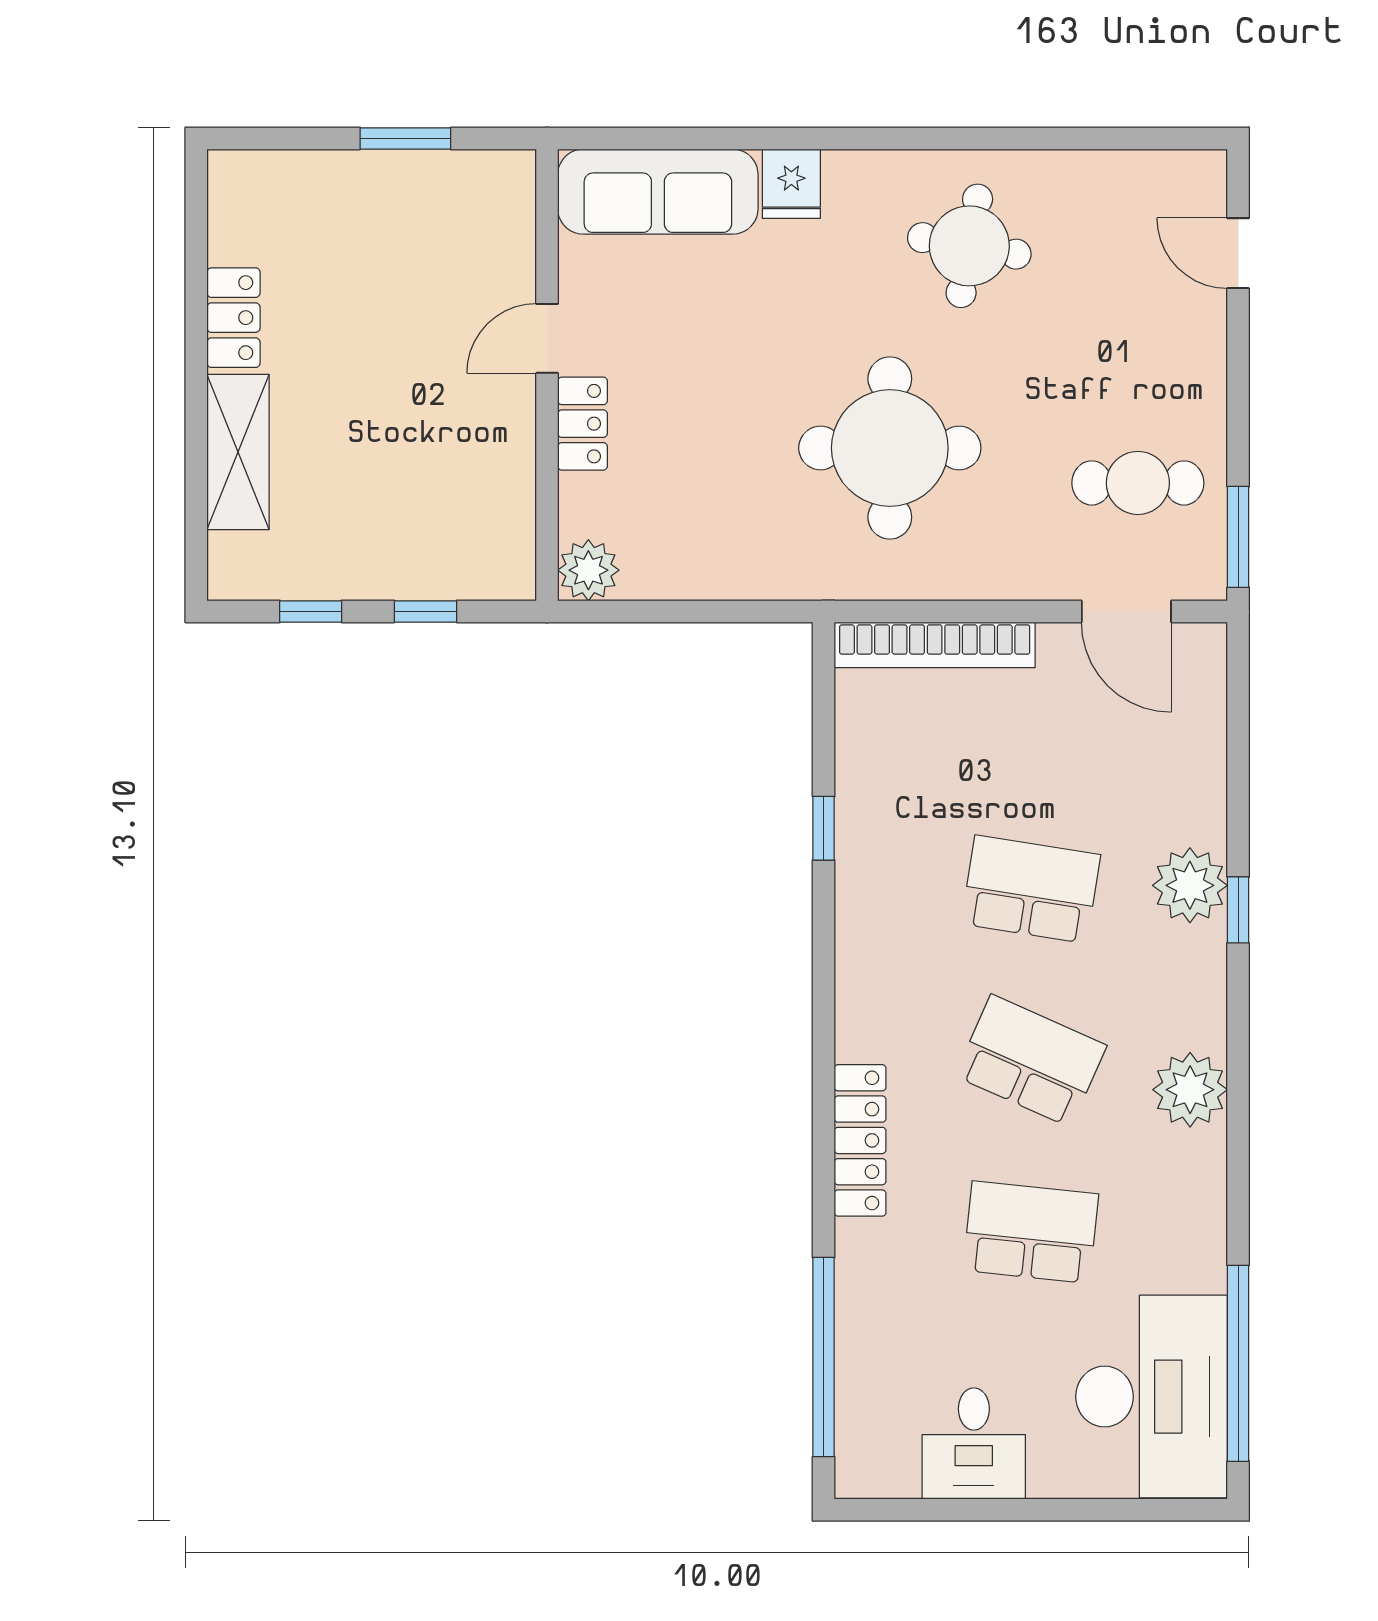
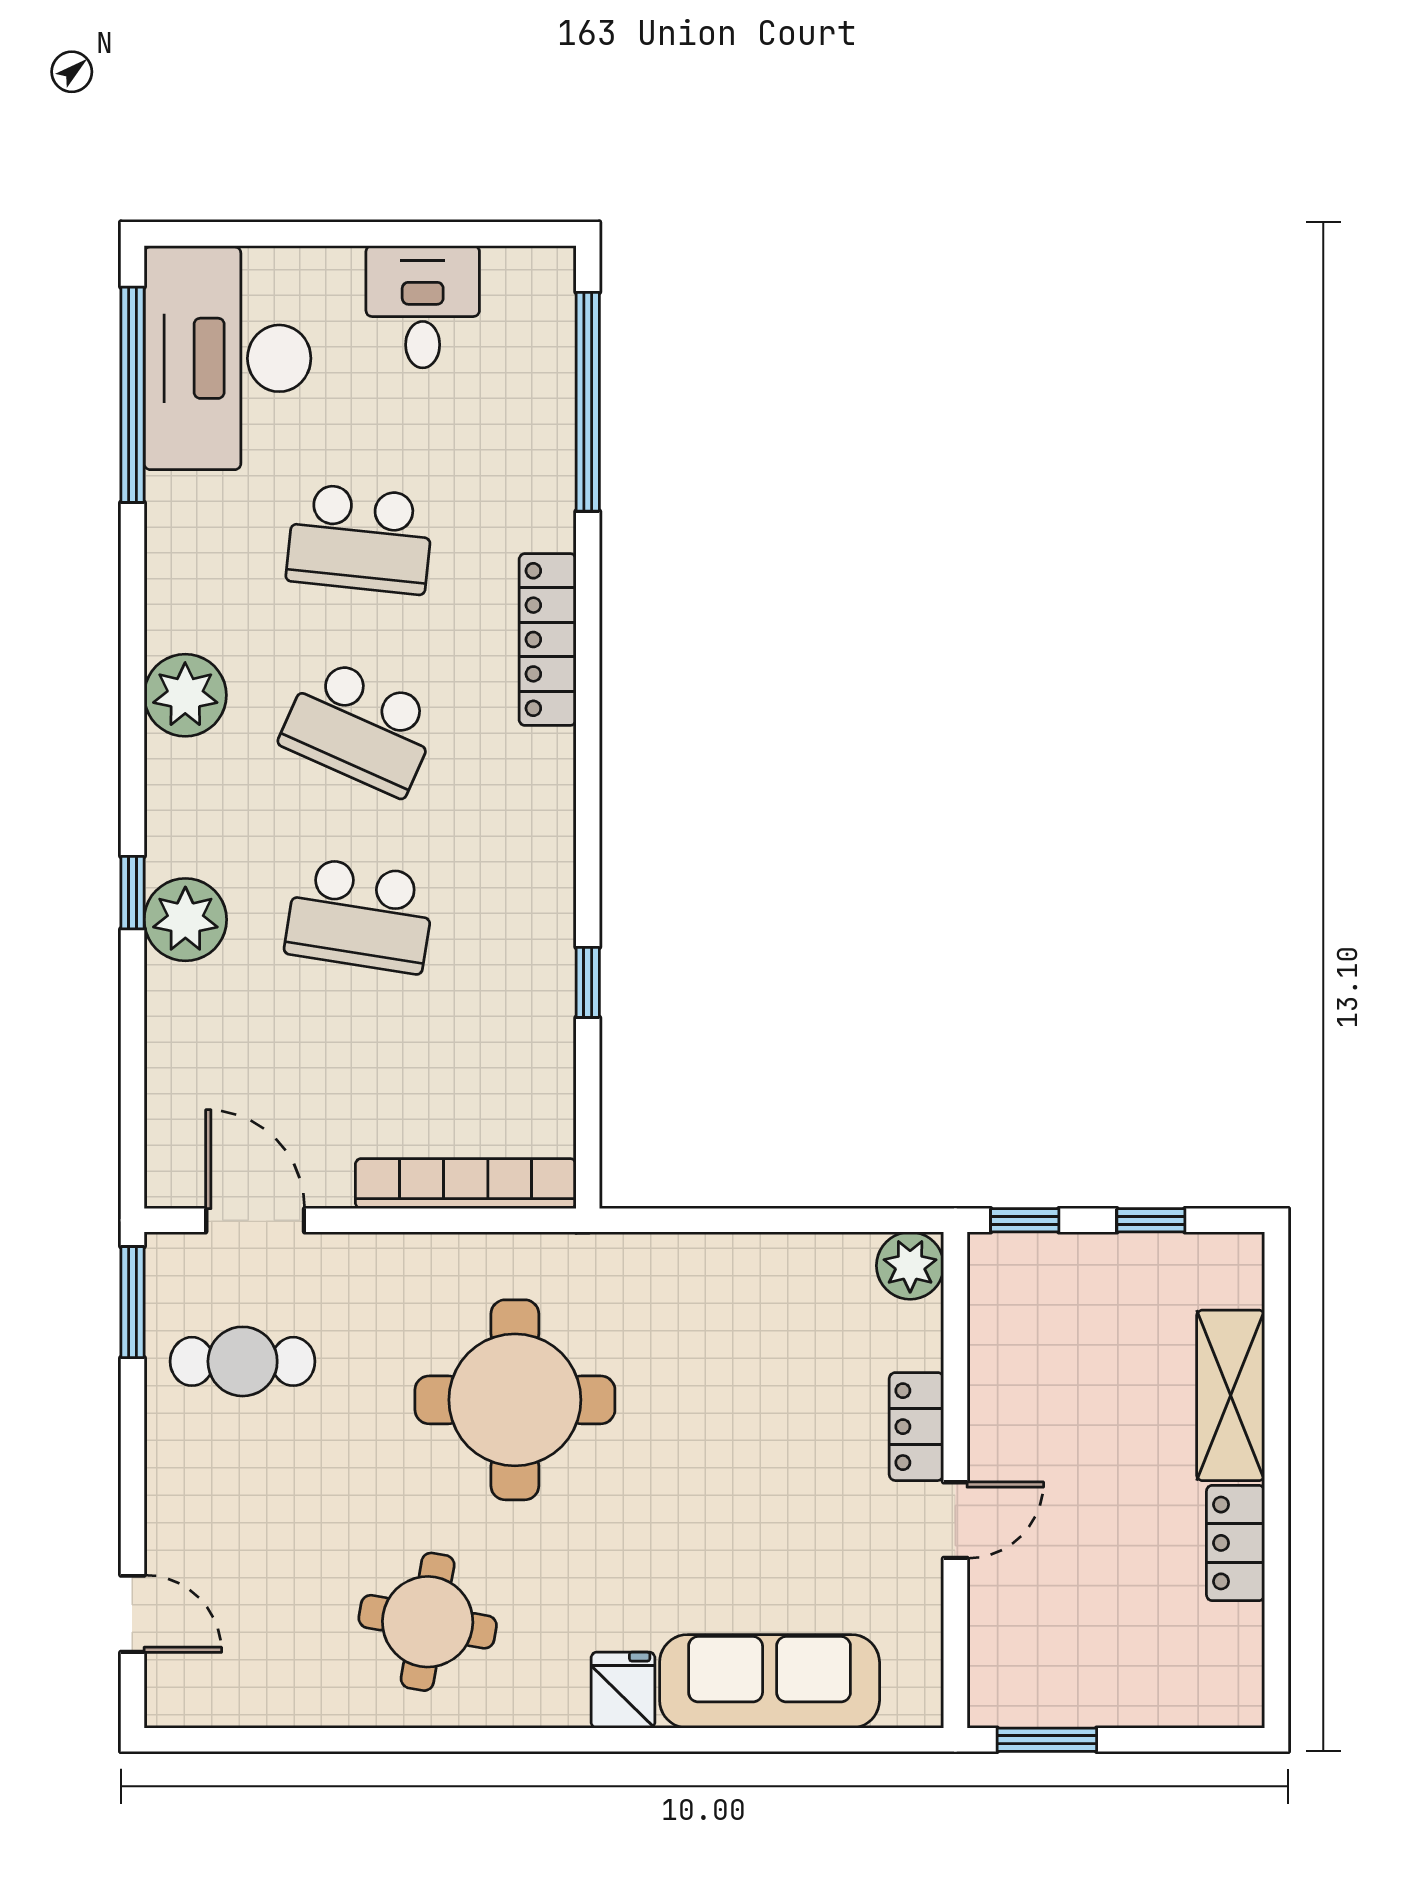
door: (547, 338) -> (955, 1520), moved
wall: (547, 375) -> (955, 1480), moved
locker: (583, 424) -> (916, 1427), moved
plant: (588, 570) -> (910, 1266), moved

